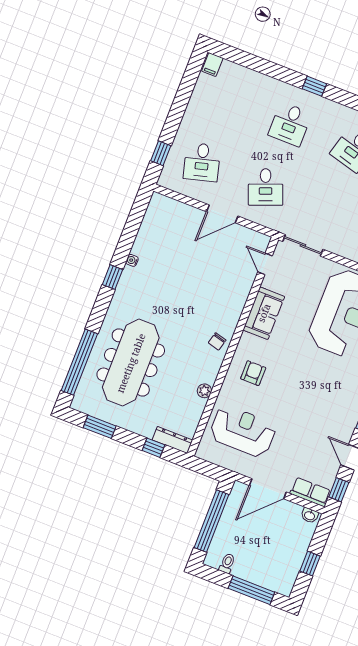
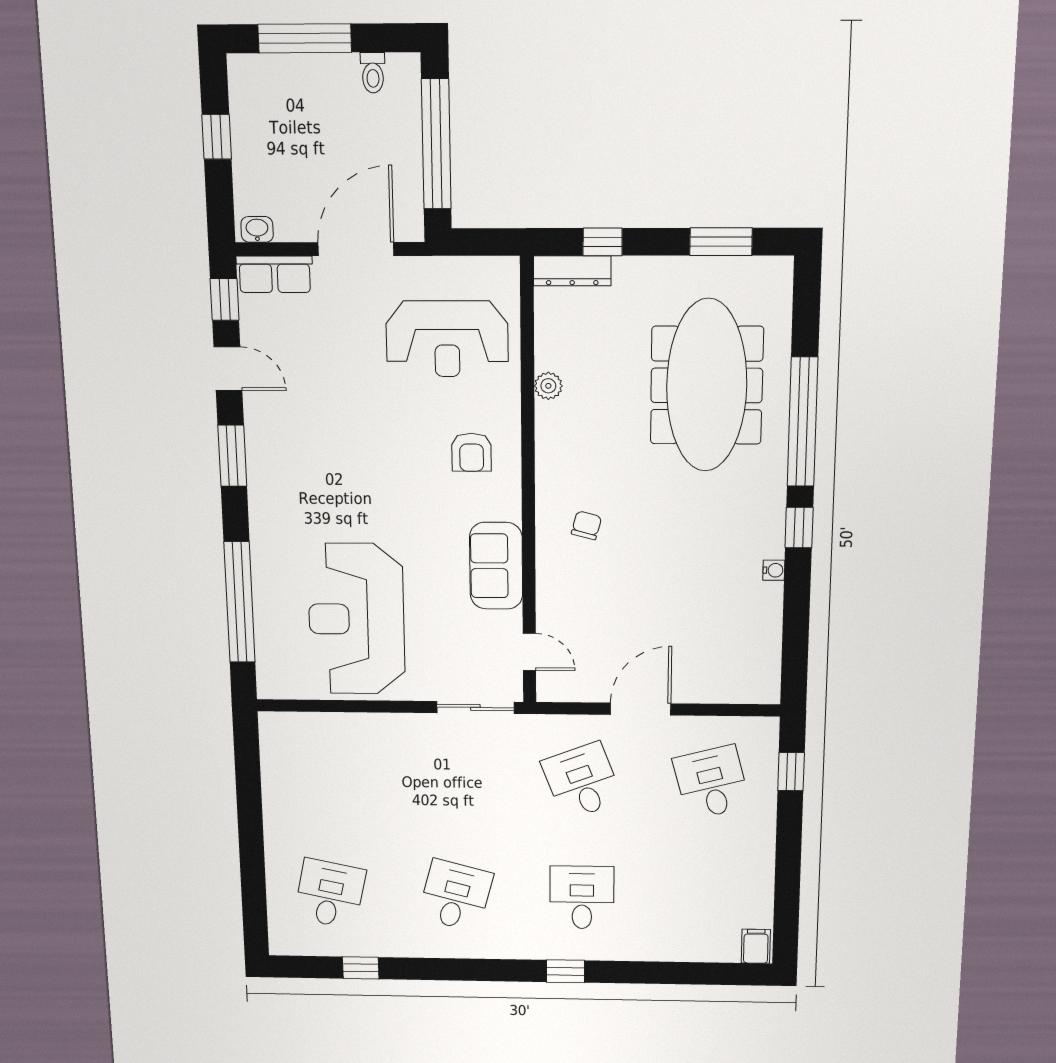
chair: (217, 341) -> (586, 525), moved
window: (79, 362) -> (802, 422), moved

